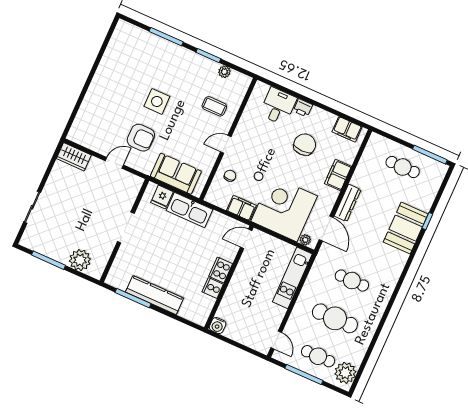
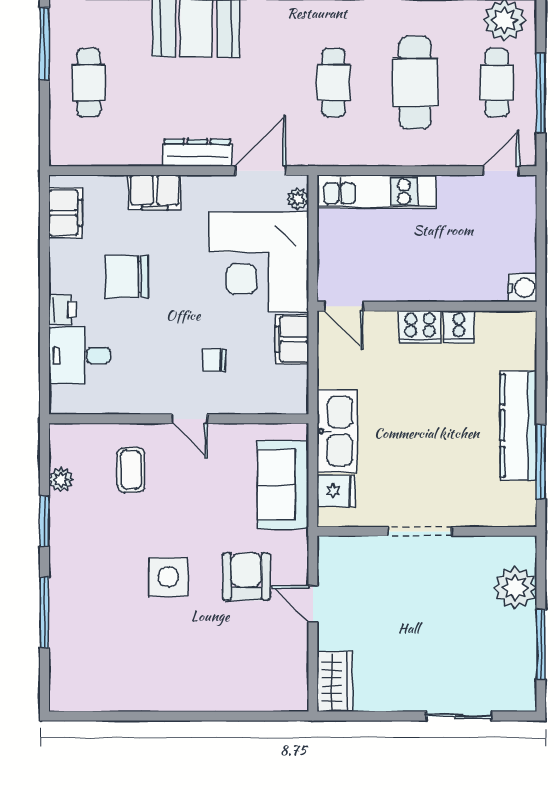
chair: (230, 176) -> (214, 360), moved

